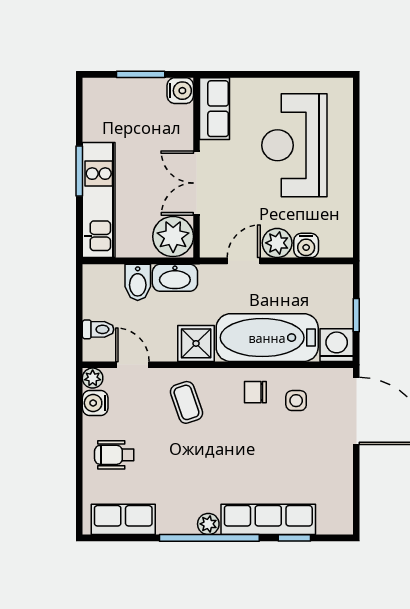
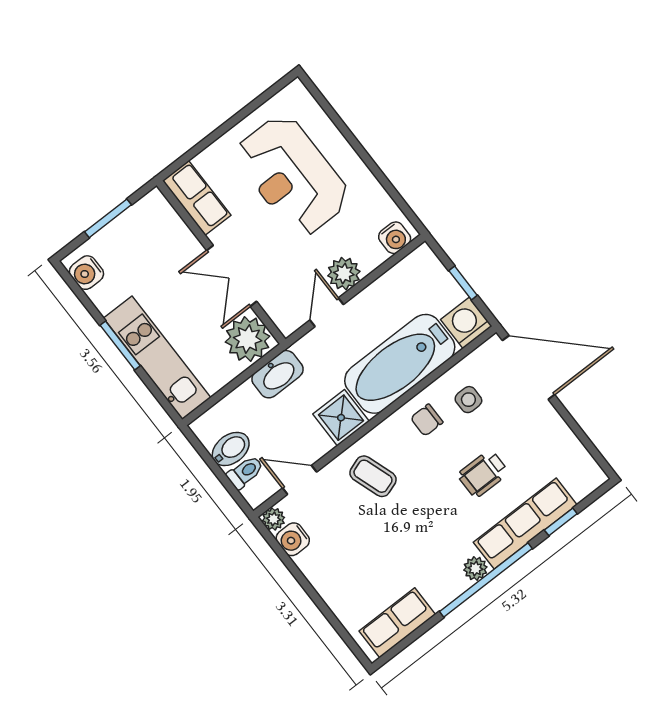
water cooler: (180, 91) -> (86, 273), moved, turned 180
water cooler: (306, 245) -> (395, 238), moved
bidet: (138, 282) -> (231, 449), moved, turned -90
wheelchair: (114, 455) -> (483, 474), moved

